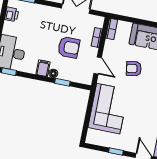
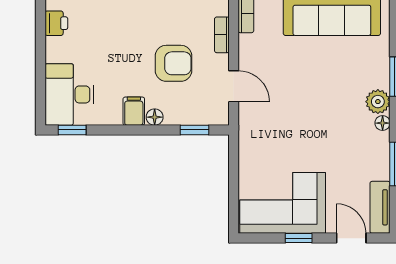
armchair: (134, 69) -> (301, 79), removed
window: (62, 82) -> (195, 130), moved
corner sofa: (108, 109) -> (283, 203), moved, turned -90

